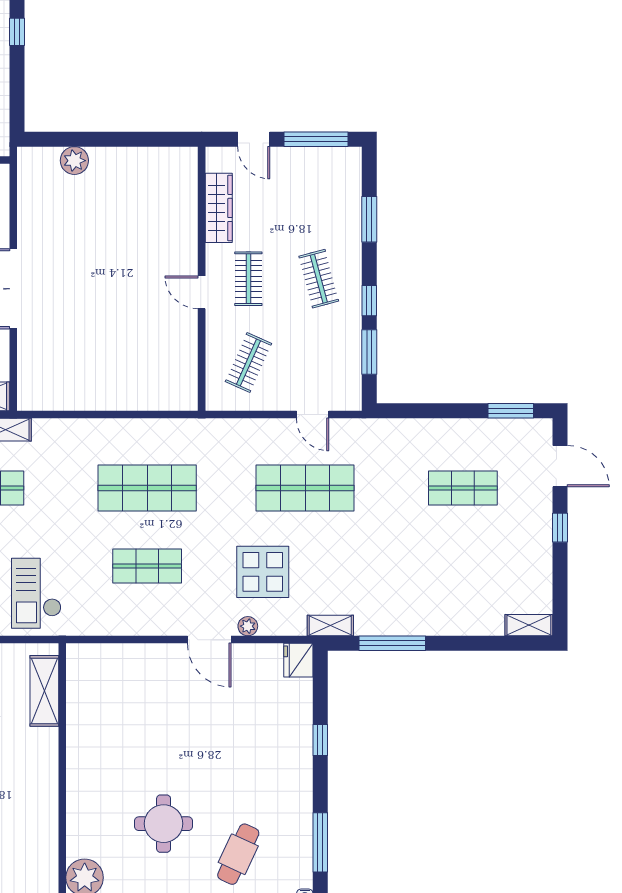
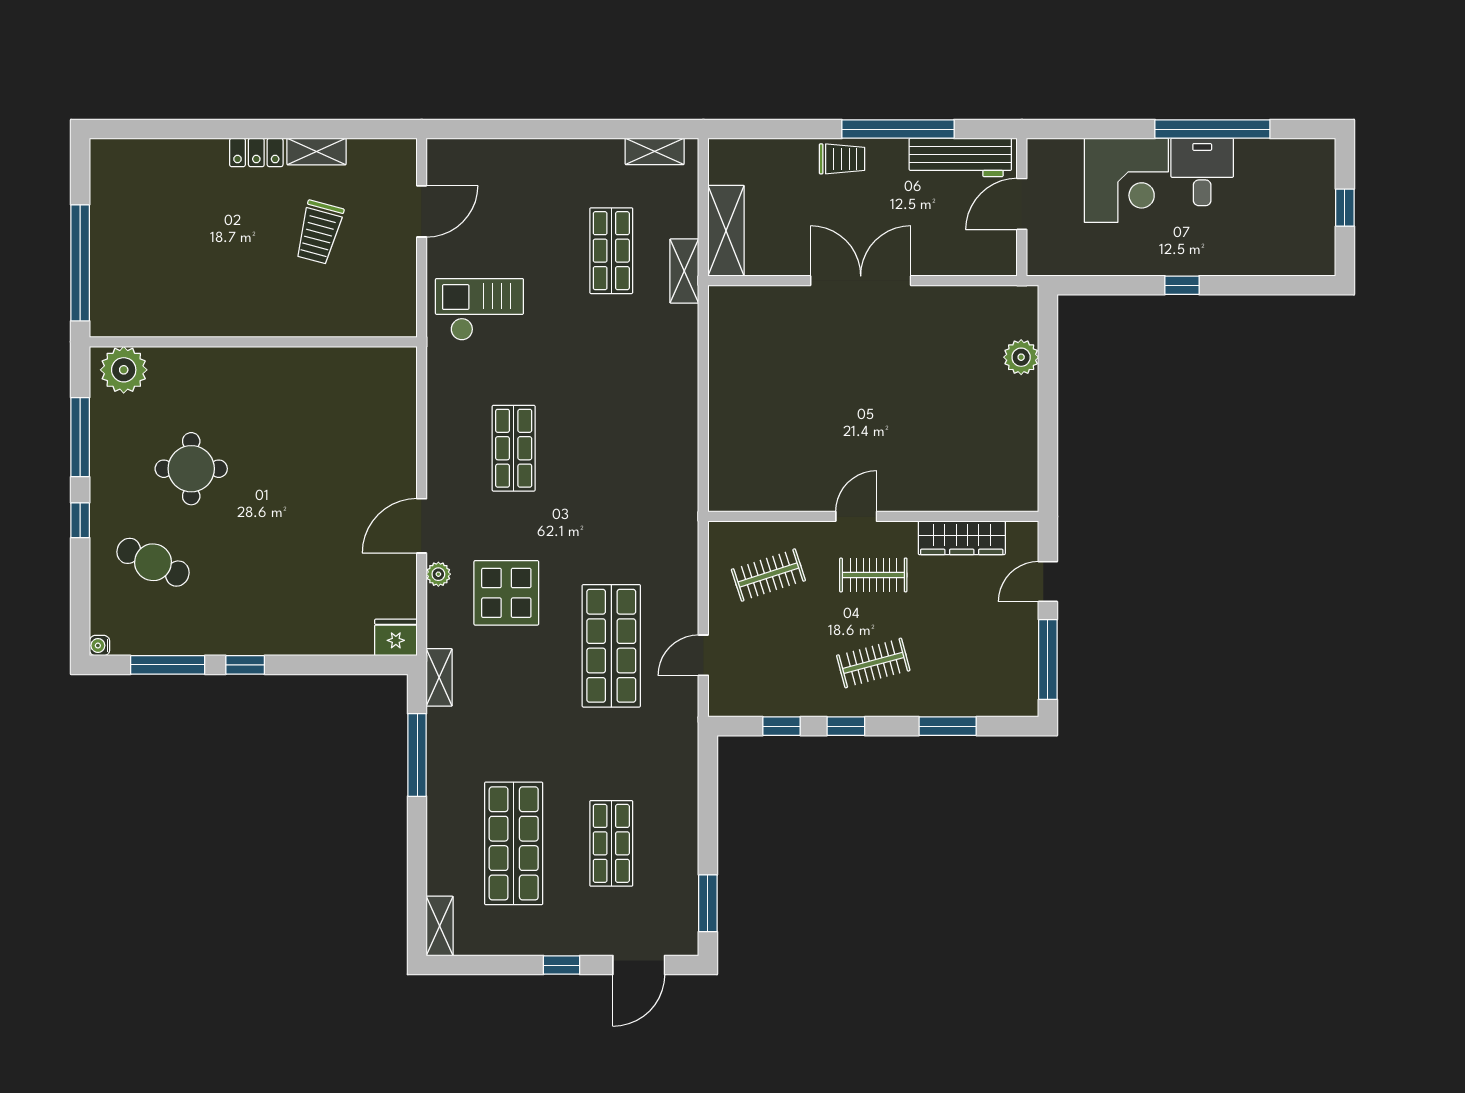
window: (369, 352) -> (782, 726), width x0.67
clothes rail: (248, 362) -> (768, 575), turned -42
shop shelf: (147, 488) -> (514, 843), moved
shelving: (44, 691) -> (357, 319), removed
window: (320, 740) -> (245, 665), moved

